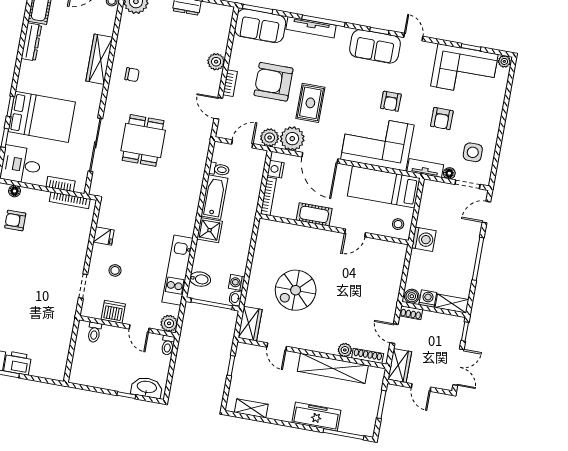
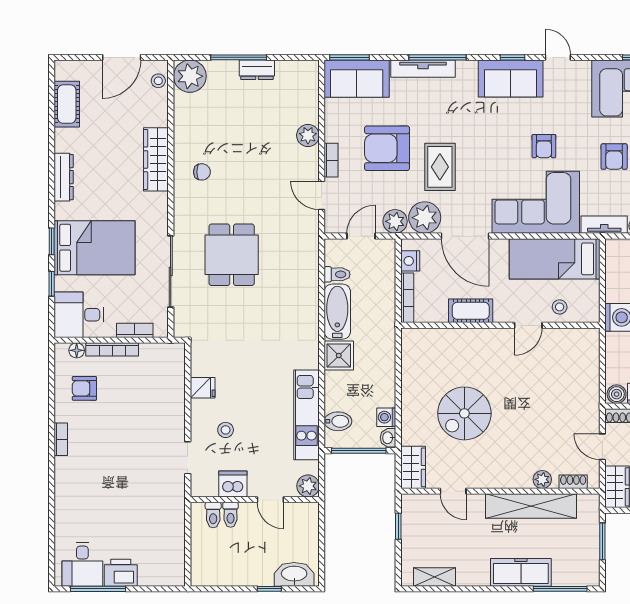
dresser: (31, 42) -> (64, 177), moved
bookcase: (70, 200) -> (112, 349), moved
stool: (398, 224) -> (560, 307), moved
toilet: (168, 345) -> (231, 515), moved
shoe rack: (368, 356) -> (573, 482), width x0.70

